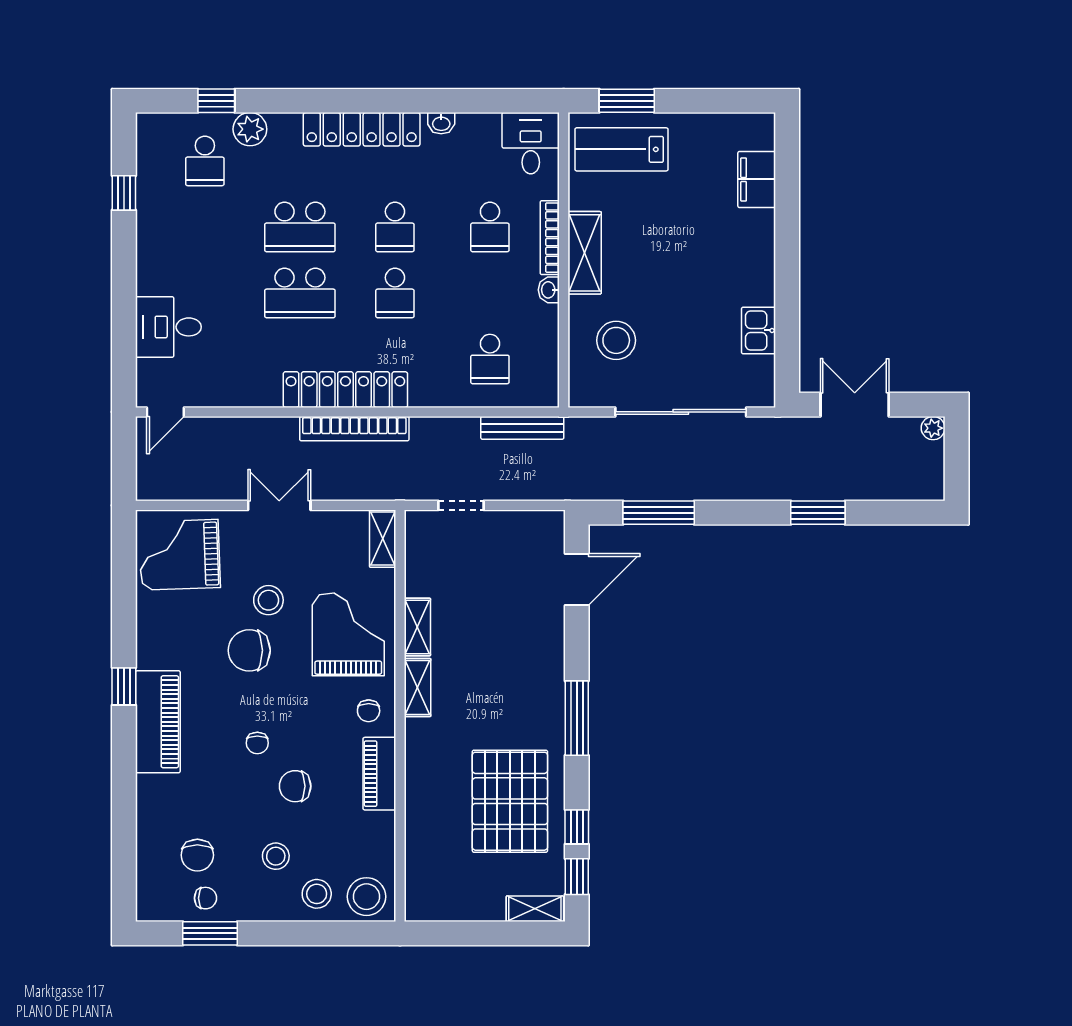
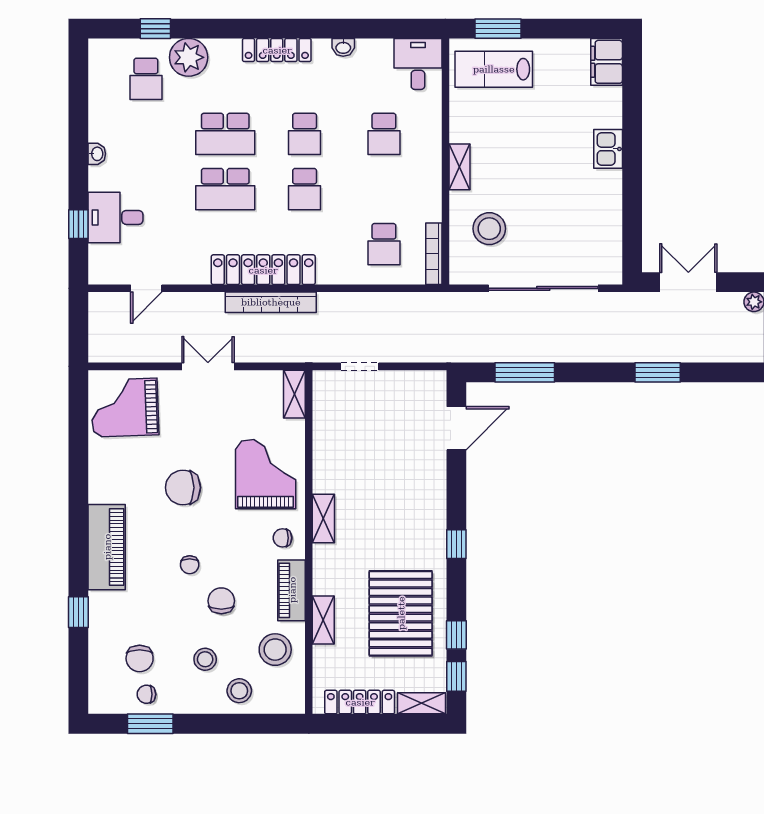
plant: (250, 129) -> (189, 57), width x1.36, depth x1.36
locker: (362, 129) -> (277, 50), width x0.71, depth x0.83
filing cabinet: (757, 179) -> (607, 62), moved
window: (124, 193) -> (78, 224), moved
bookcase: (550, 238) -> (434, 254), moved
shelving: (585, 253) -> (459, 167), width x0.67, depth x0.75
washbasin: (549, 290) -> (97, 154), moved, turned 180
kitchen sink: (759, 330) -> (608, 149), moved
door: (165, 412) -> (146, 288), moved
bench: (522, 428) -> (411, 302), removed
stool: (268, 600) -> (199, 446), removed
shelving: (417, 627) -> (323, 620), moved
window: (124, 686) -> (78, 612), moved
chair: (369, 711) -> (283, 538), turned 90
window: (577, 718) -> (456, 544), width x0.46
chair: (295, 786) -> (221, 601), turned 90
stool: (366, 897) -> (275, 650), moved
chair: (205, 898) -> (146, 694), turned 180
locker: (461, 907) -> (360, 702), added

